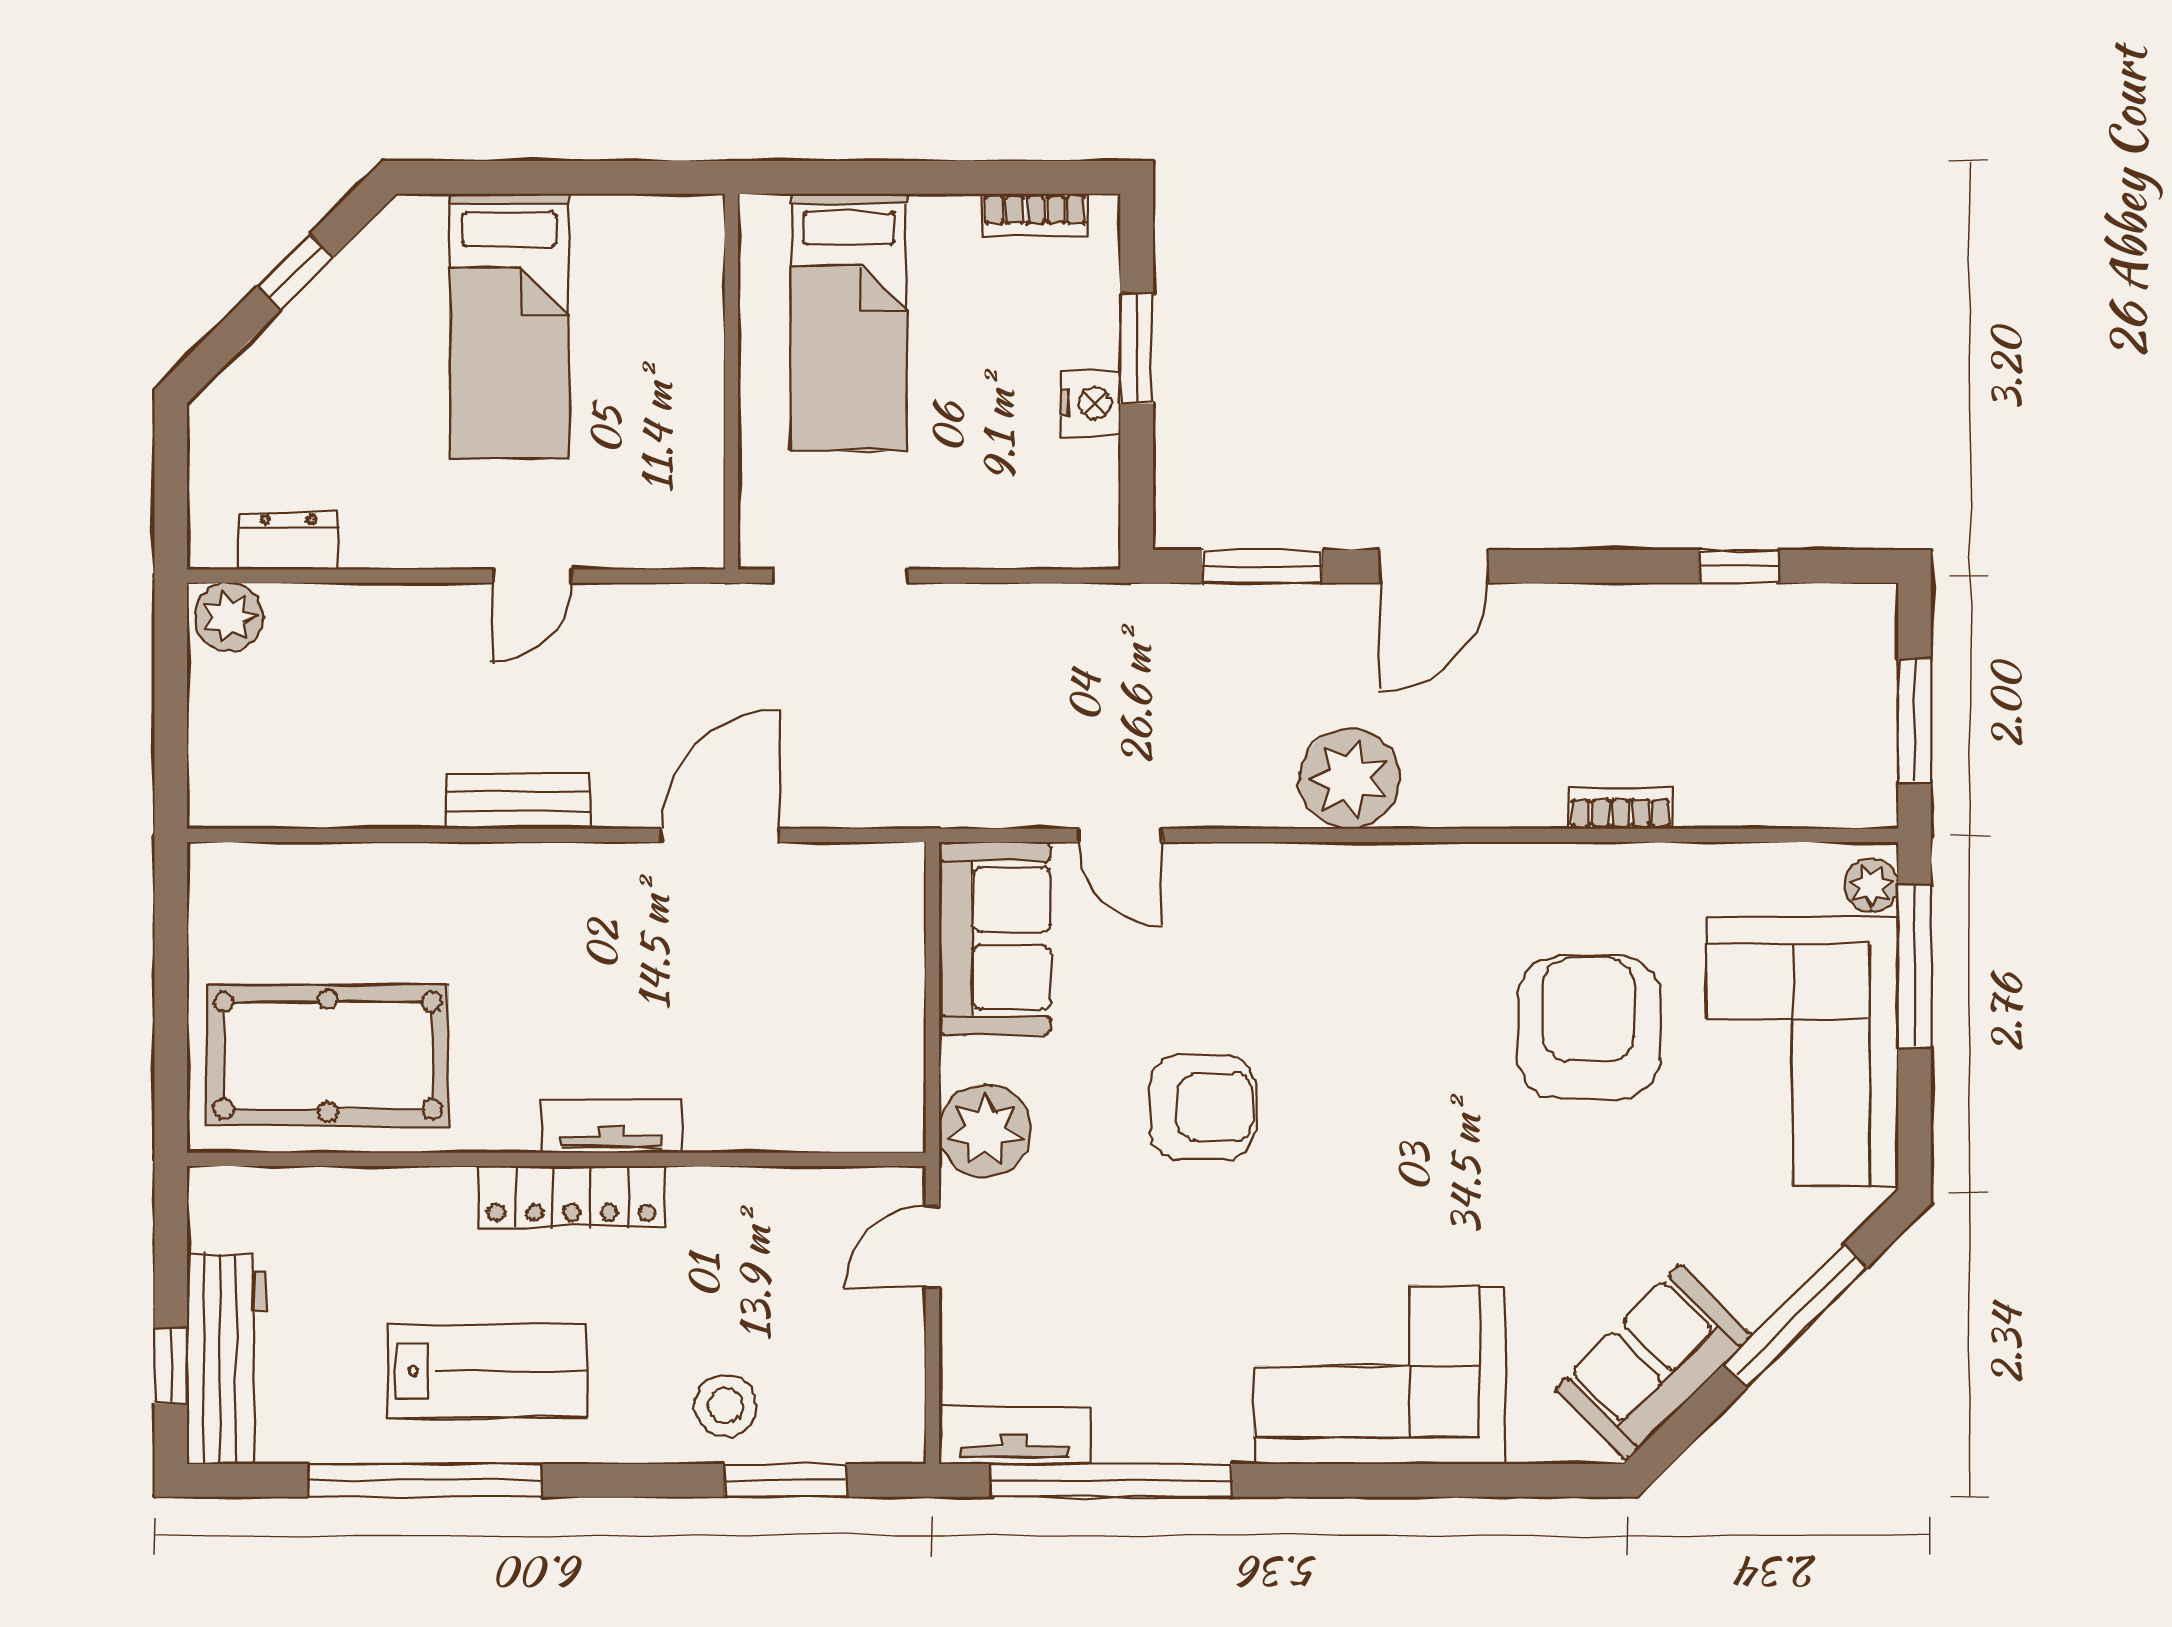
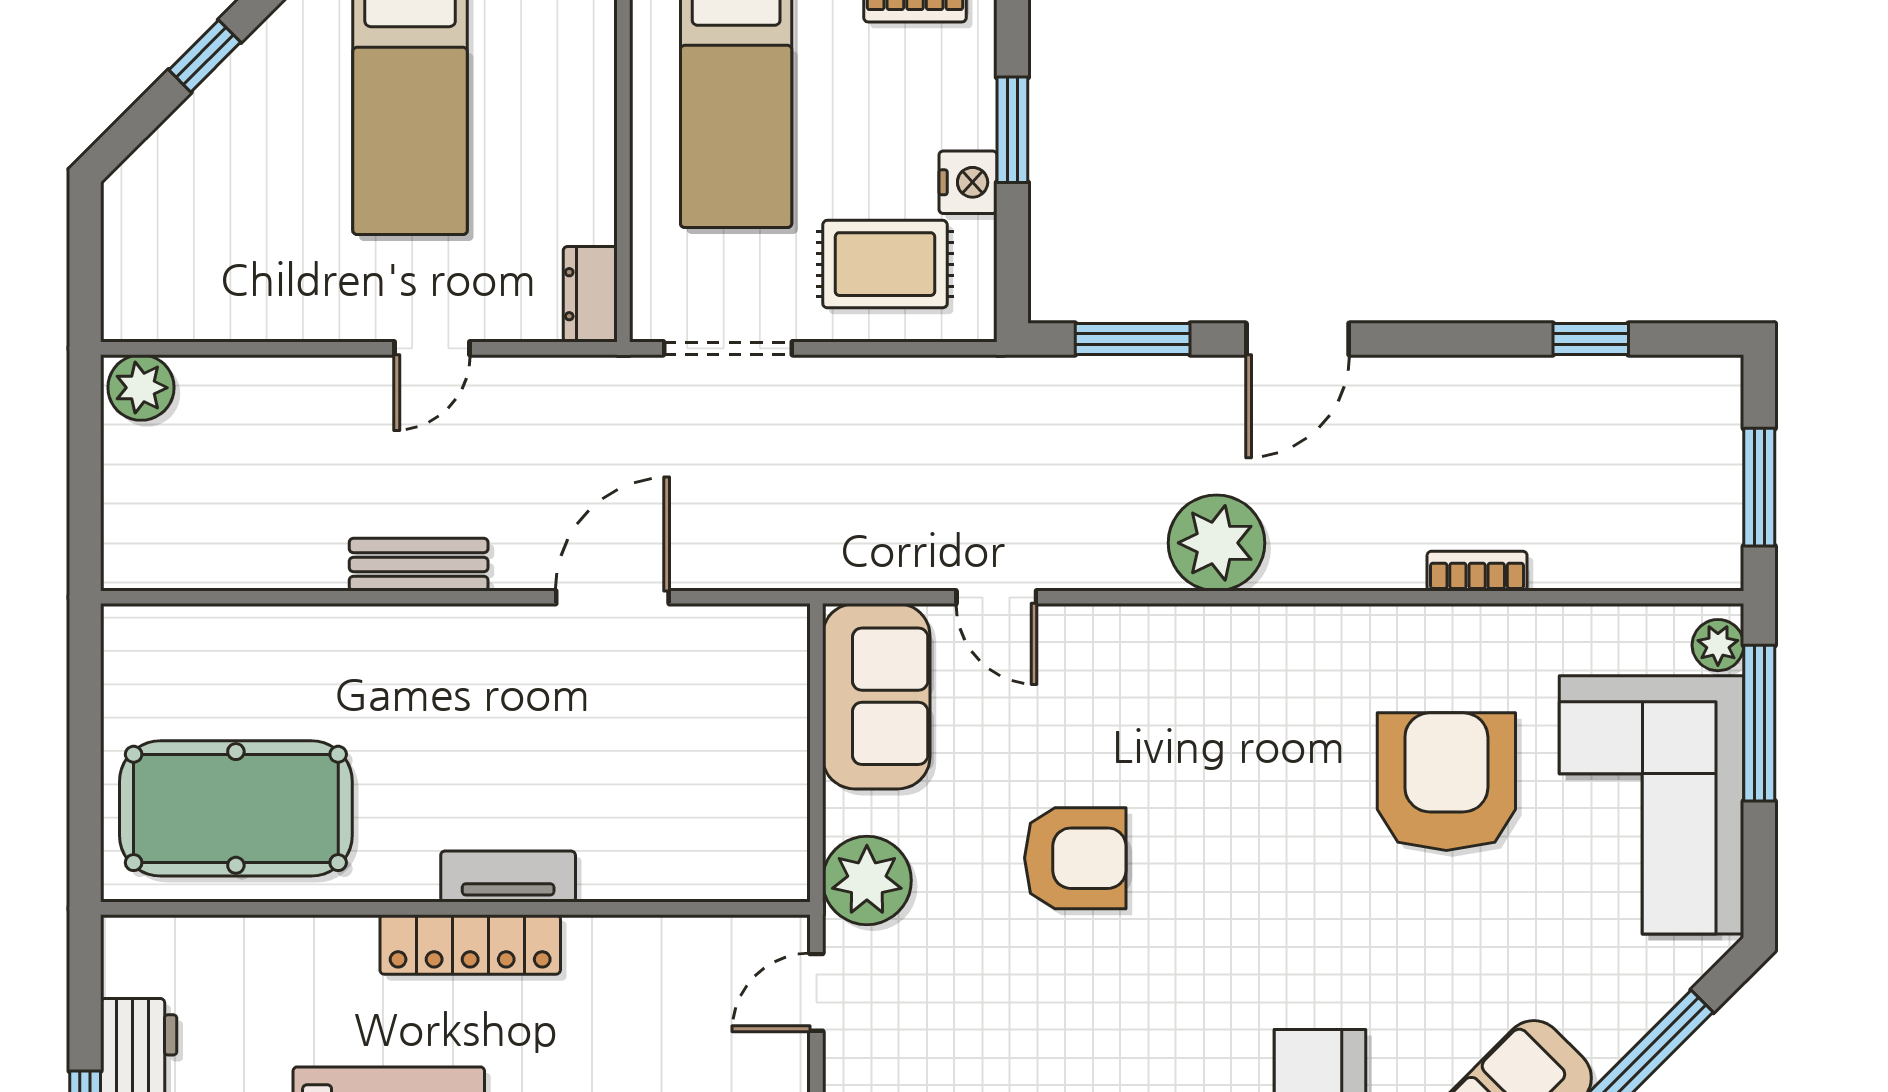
rug: (1004, 488) -> (885, 264), added
dresser: (288, 542) -> (590, 294), moved, turned -90

